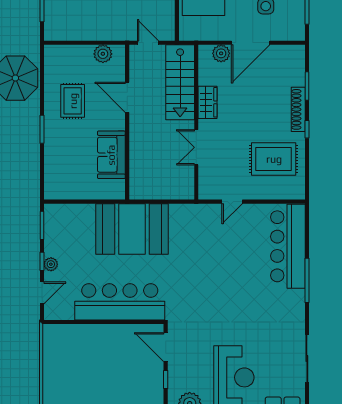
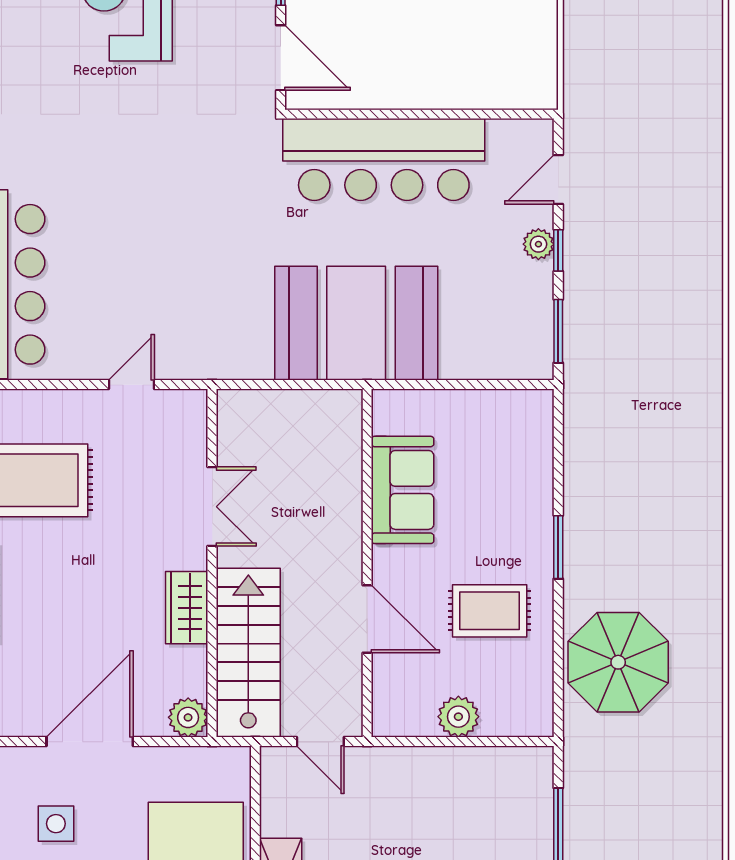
plant: (221, 53) -> (188, 717), moved
plant: (103, 54) -> (458, 717), moved
rug: (73, 101) -> (490, 611), turned 90

